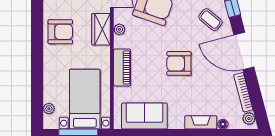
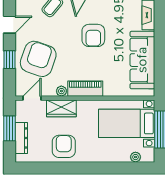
piano: (122, 67) -> (85, 89), moved
sofa: (144, 116) -> (142, 60), width x1.36

